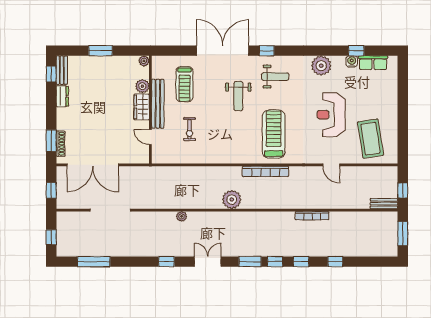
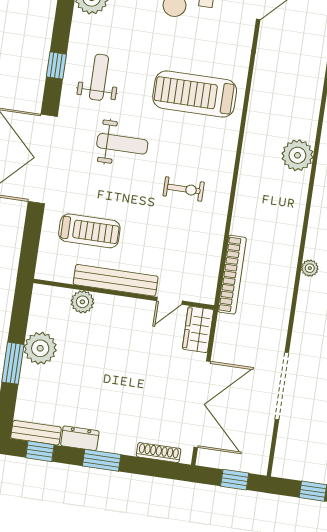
window: (267, 51) -> (56, 65), moved
plant: (144, 61) -> (40, 348), moved, width x1.88, depth x1.88
wardrobe: (142, 107) -> (198, 329), moved, turned 90
exercise bike: (189, 129) -> (184, 189), moved
window: (51, 141) -> (102, 460), moved
bookcase: (266, 171) -> (232, 275), moved
plant: (232, 200) -> (297, 155), moved

